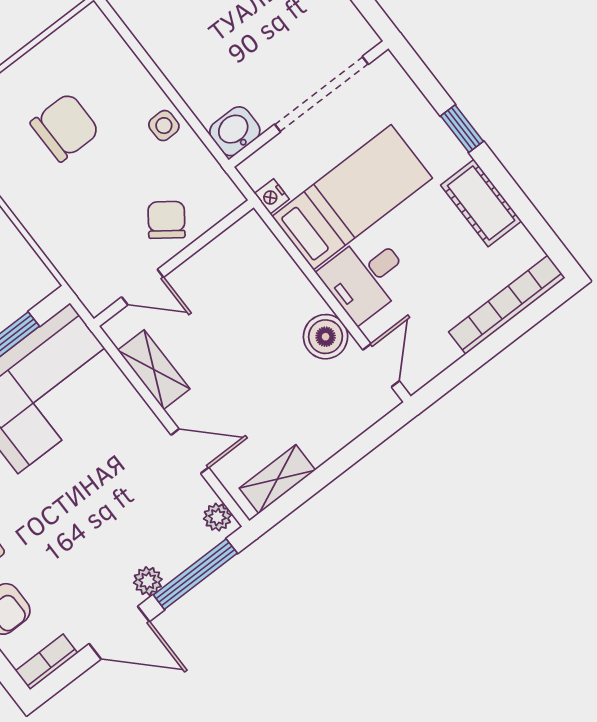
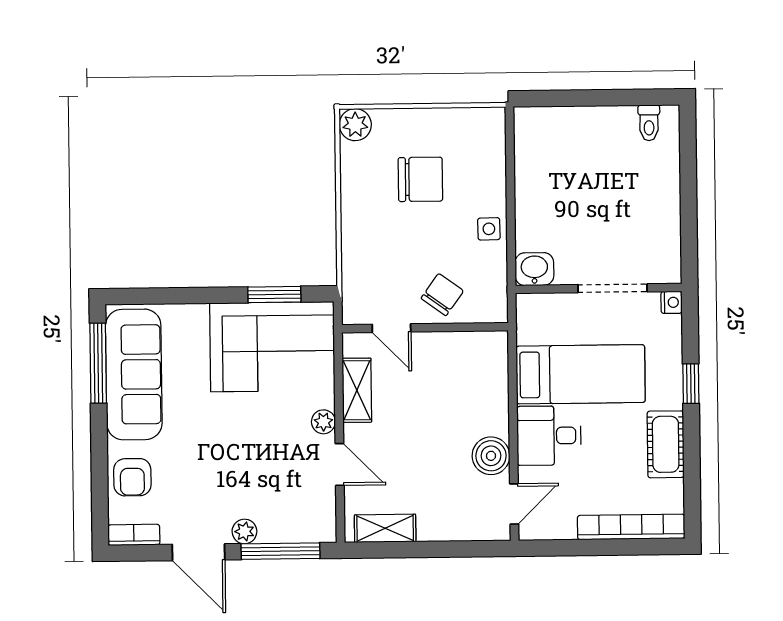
doorway: (321, 94) -> (612, 288), width x0.73
nightstand: (272, 196) -> (672, 302), moved, turned 180
plant: (217, 517) -> (323, 422), moved

